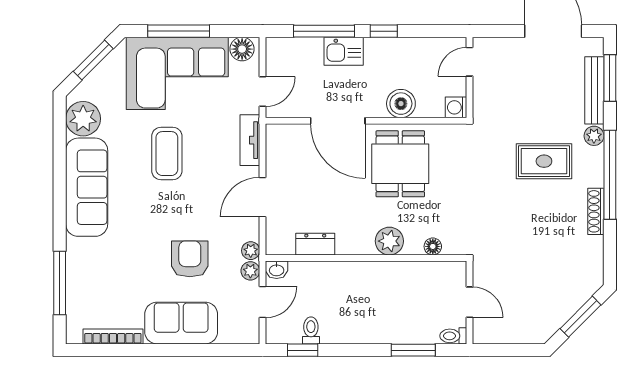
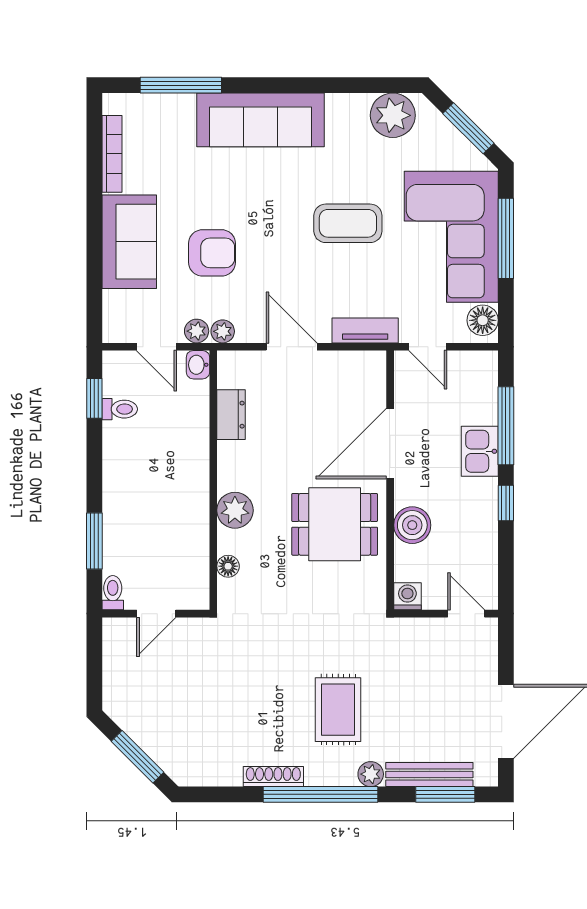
sofa: (87, 187) -> (261, 120), moved

